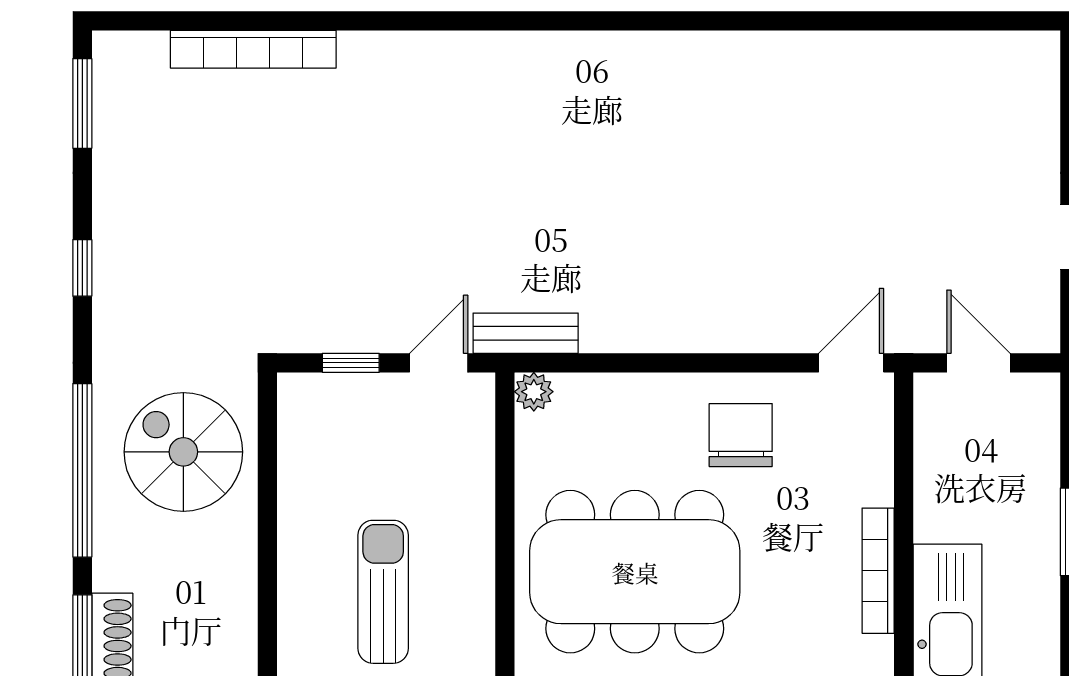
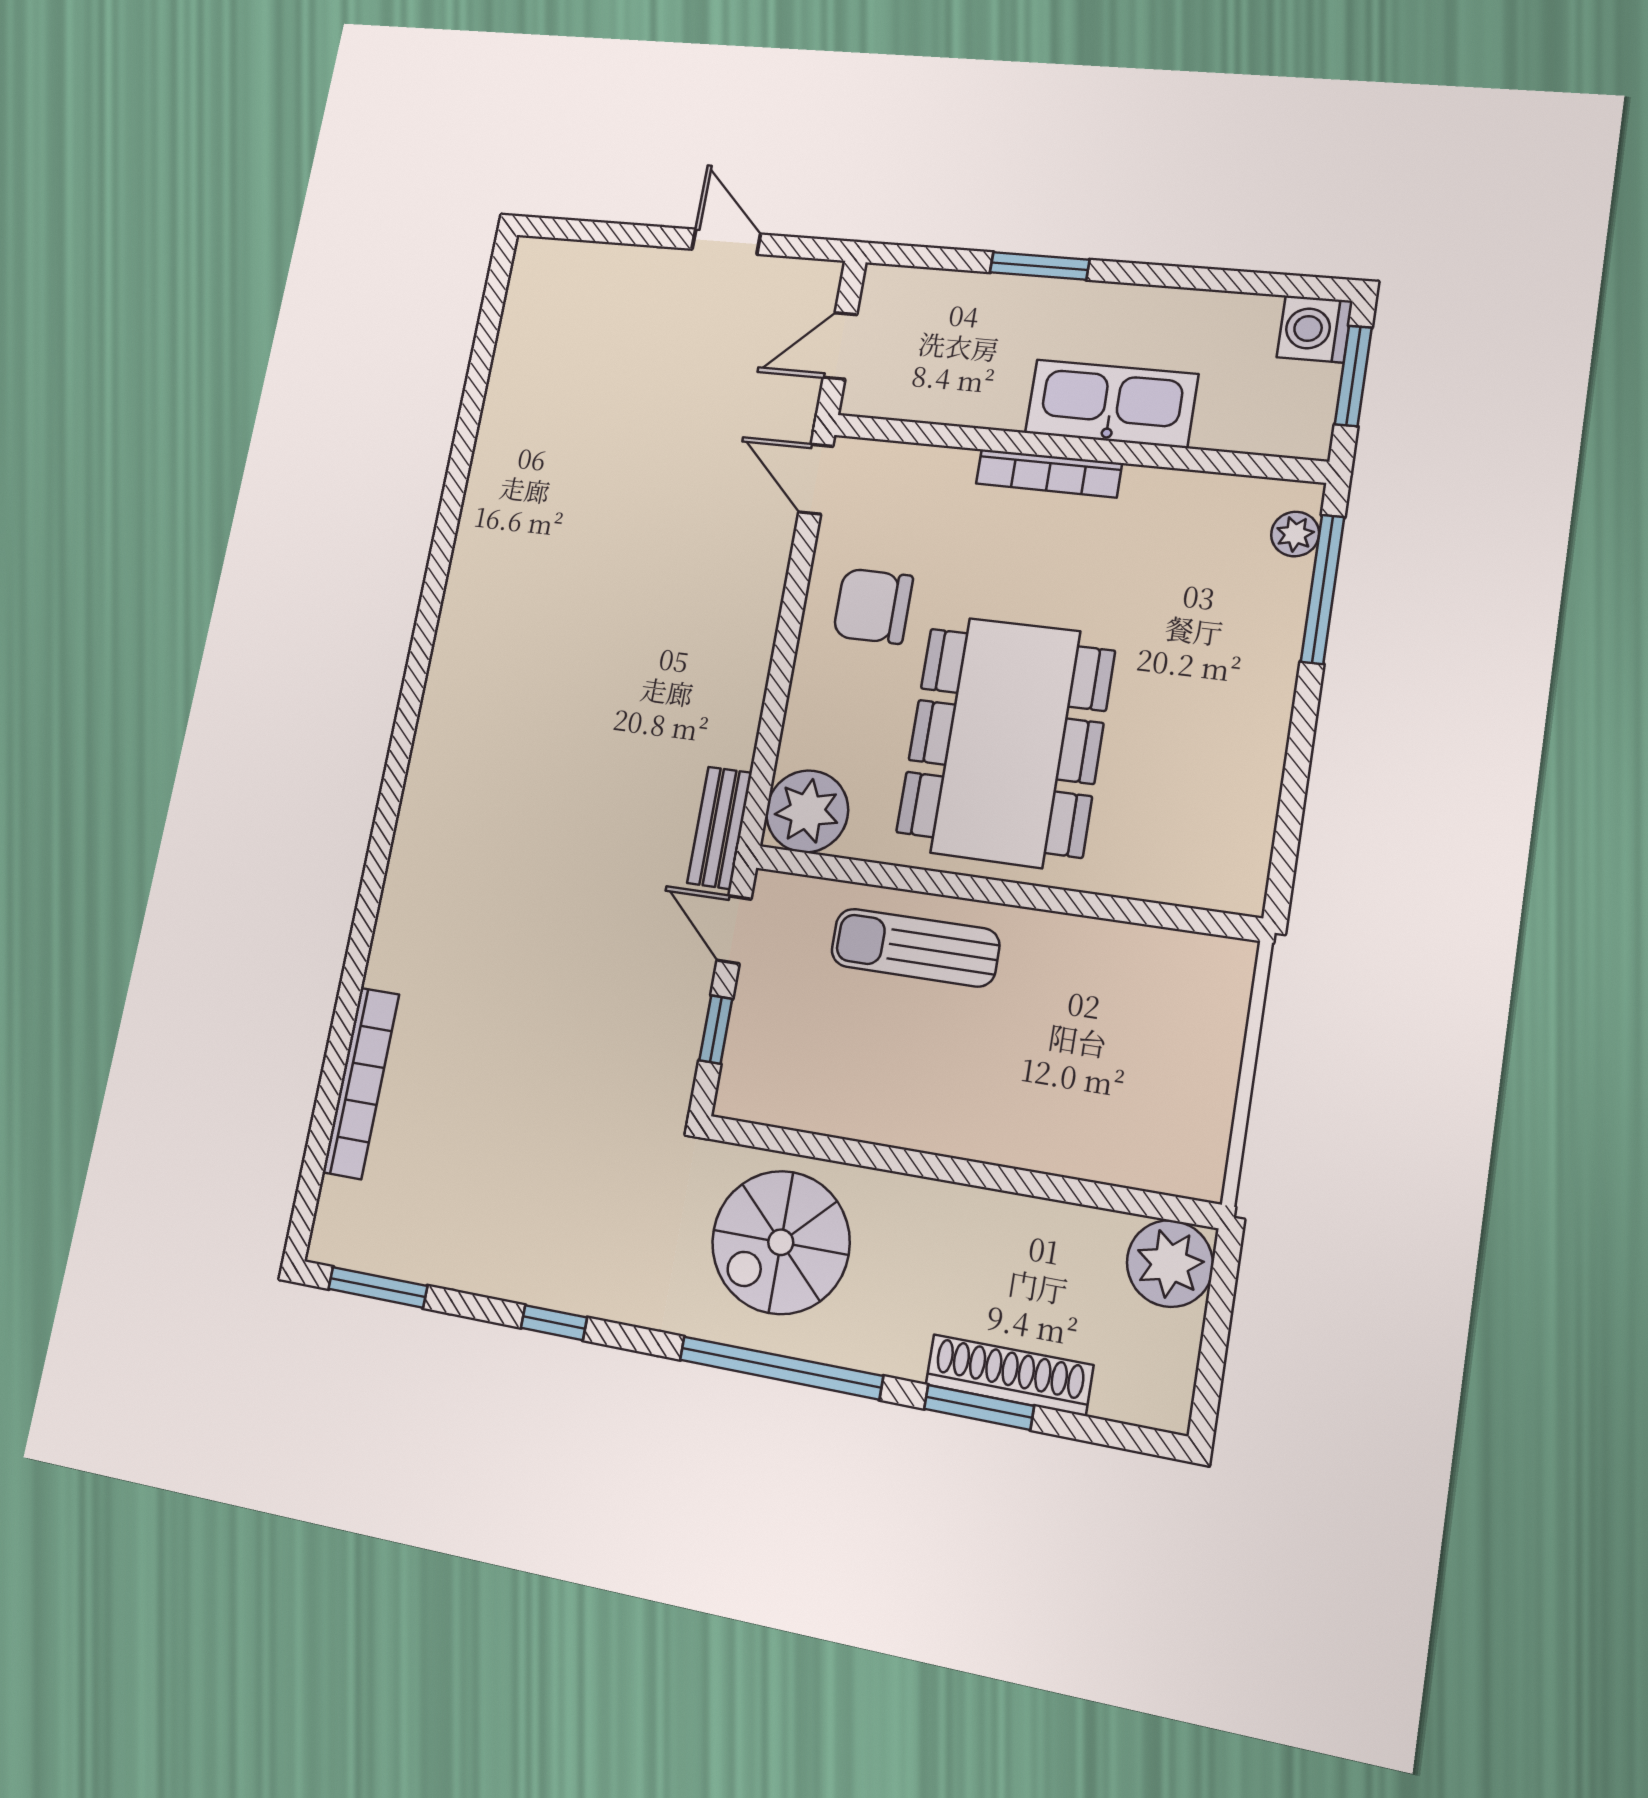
plant: (534, 392) -> (807, 811), width x1.88, depth x1.88
sun lounger: (383, 592) -> (915, 948), moved

